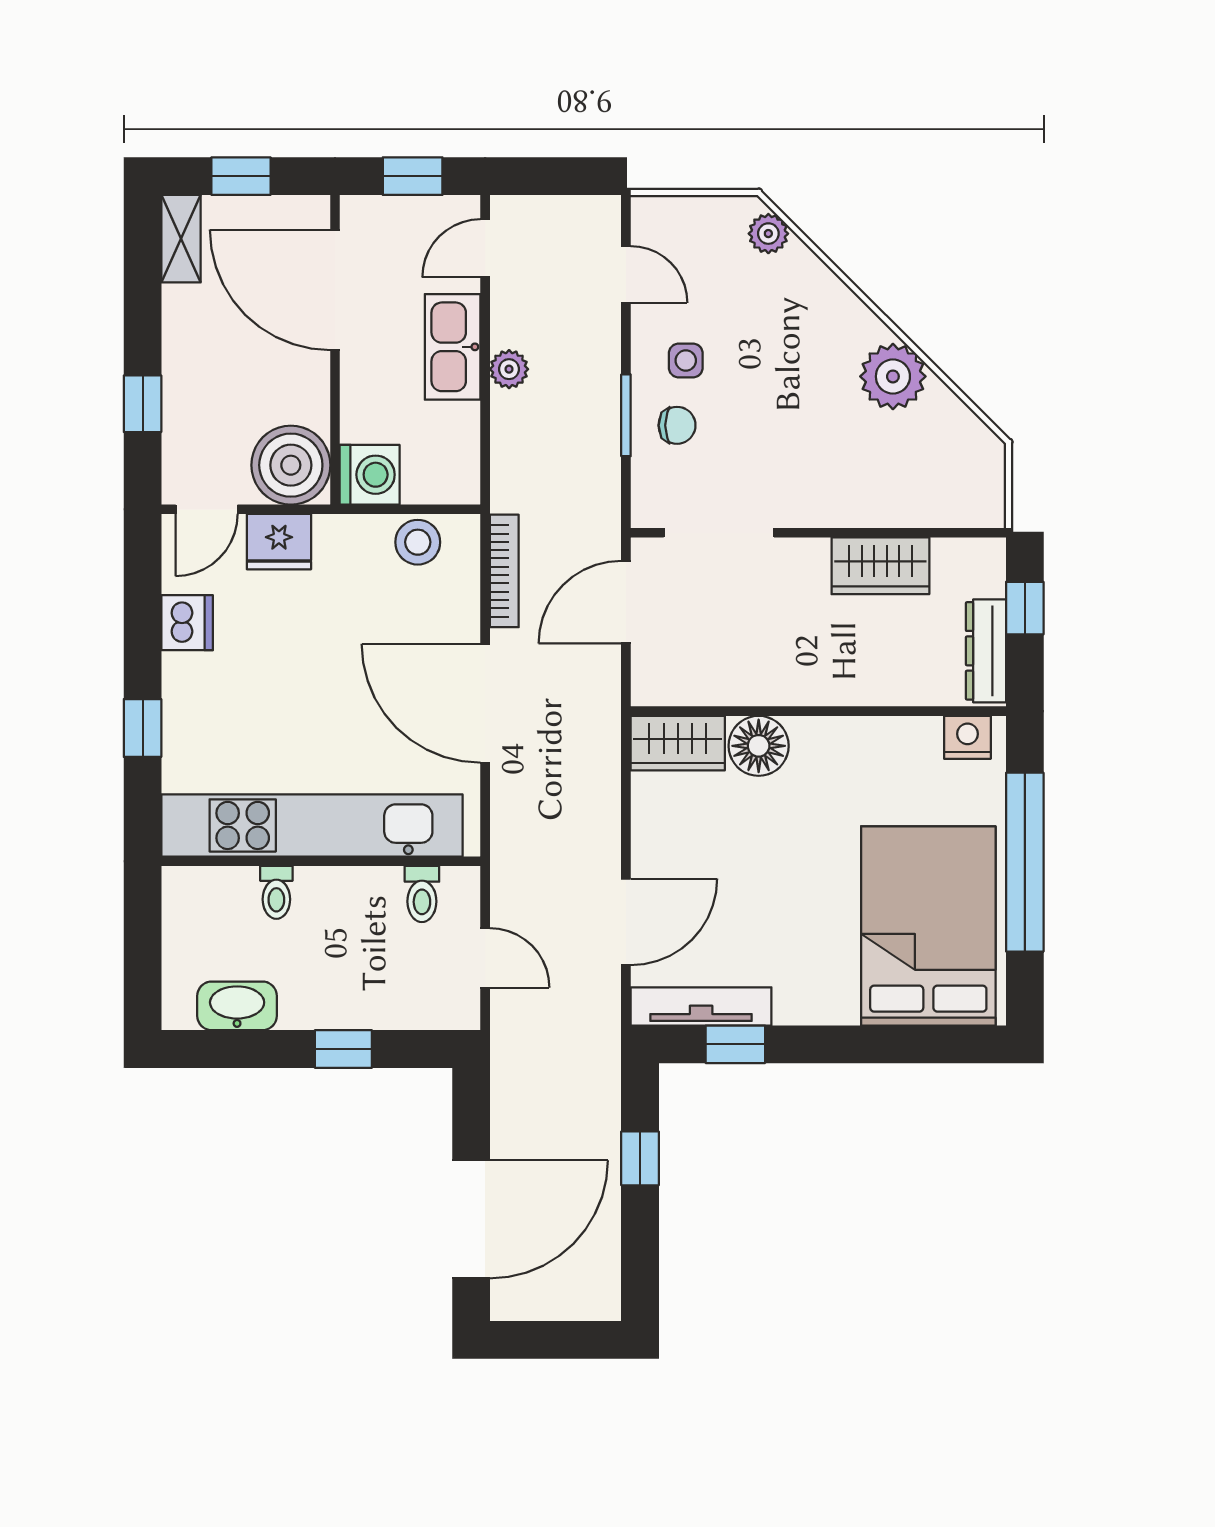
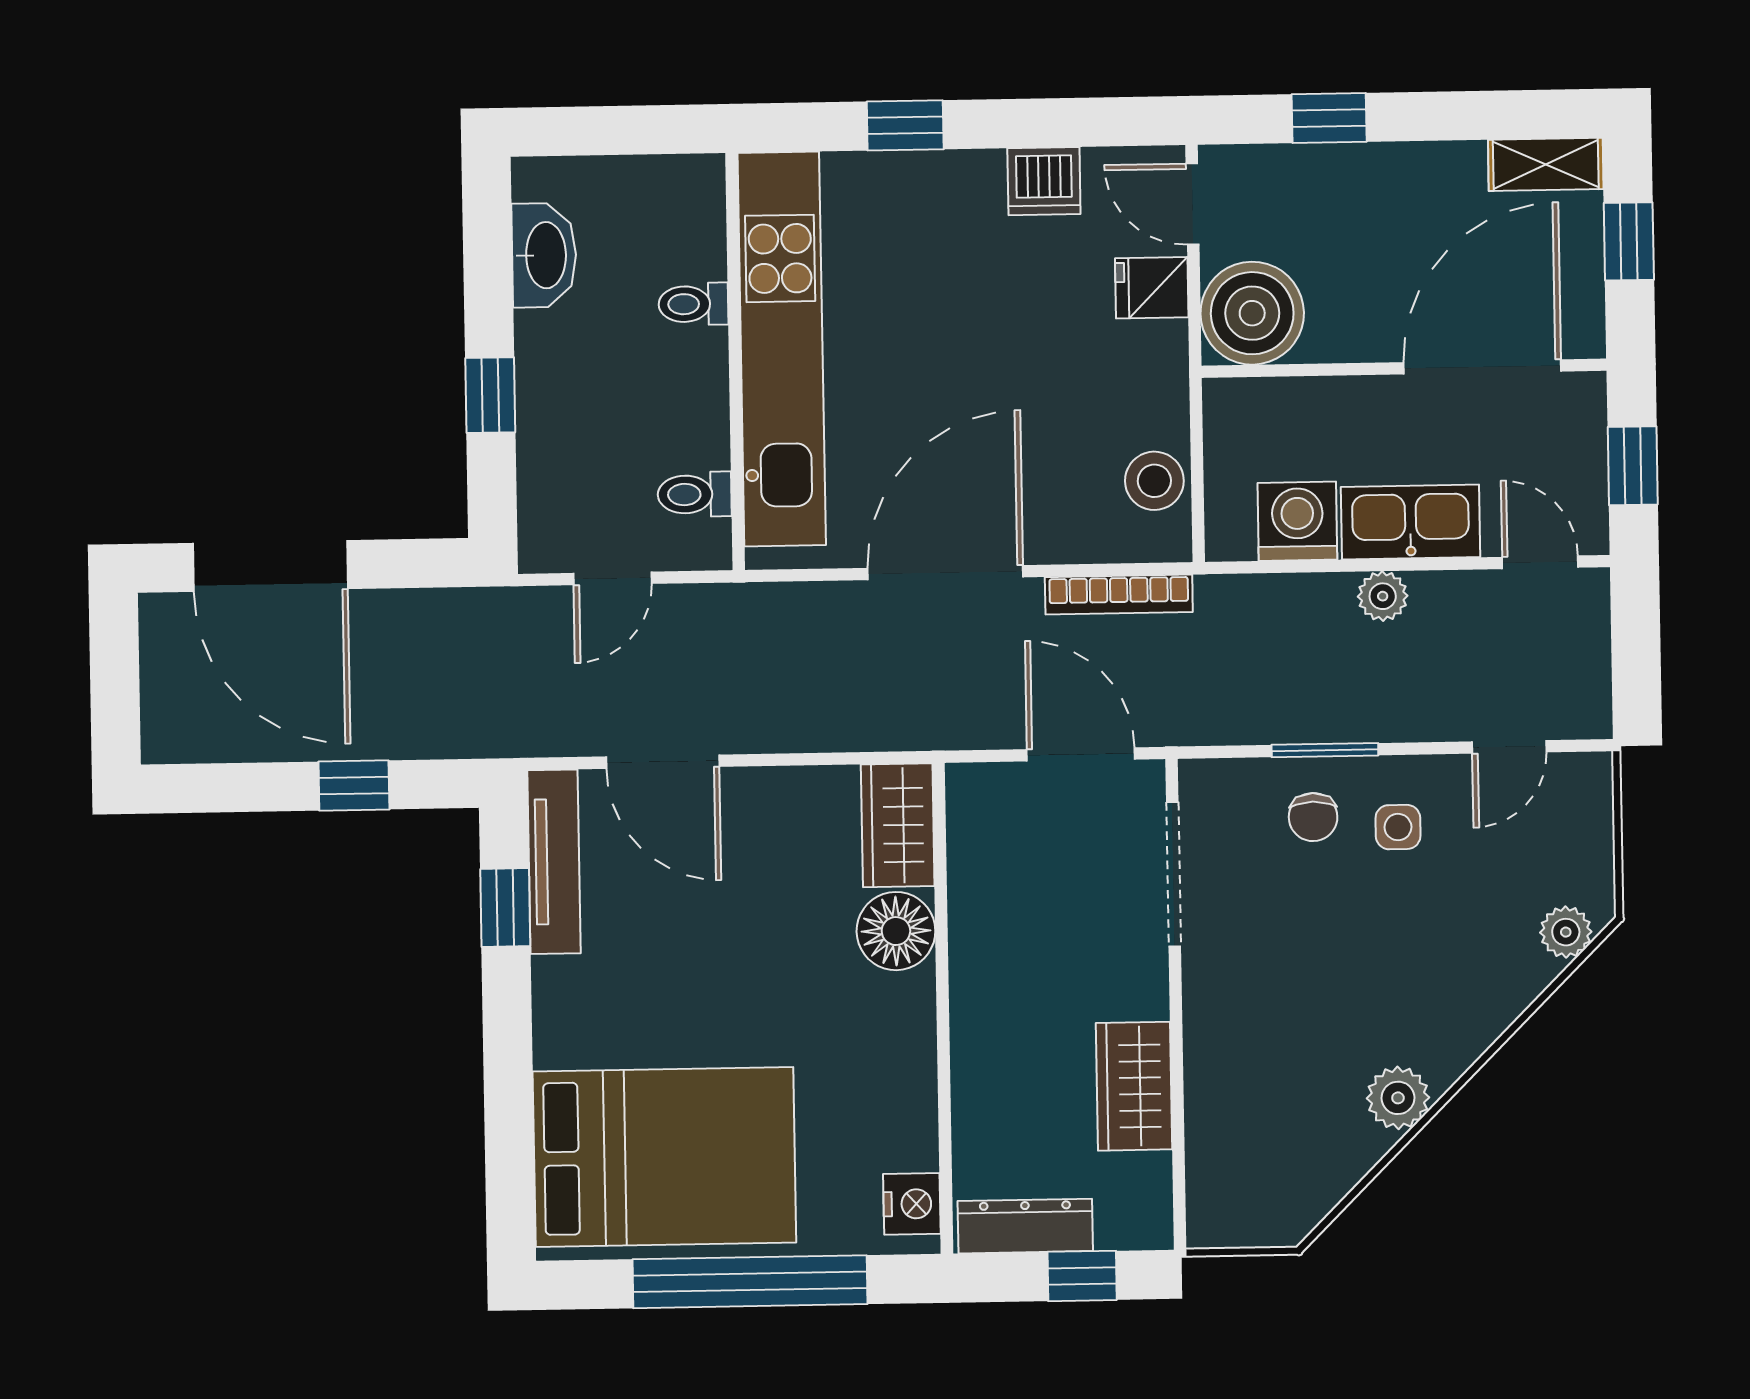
plant: (893, 376) -> (1398, 1098), width x0.73, depth x0.73
washing machine: (370, 475) -> (1297, 521), moved, turned 180
fridge: (279, 542) -> (1152, 288), width x0.72

